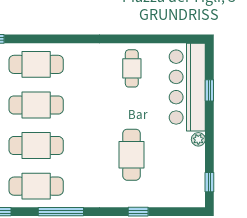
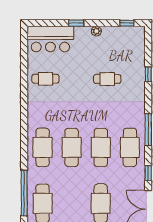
bar counter: (187, 87) -> (50, 39), width x0.73
window: (209, 90) -> (76, 23), moved
cafe table: (131, 155) -> (107, 79), width x0.73, depth x0.74

